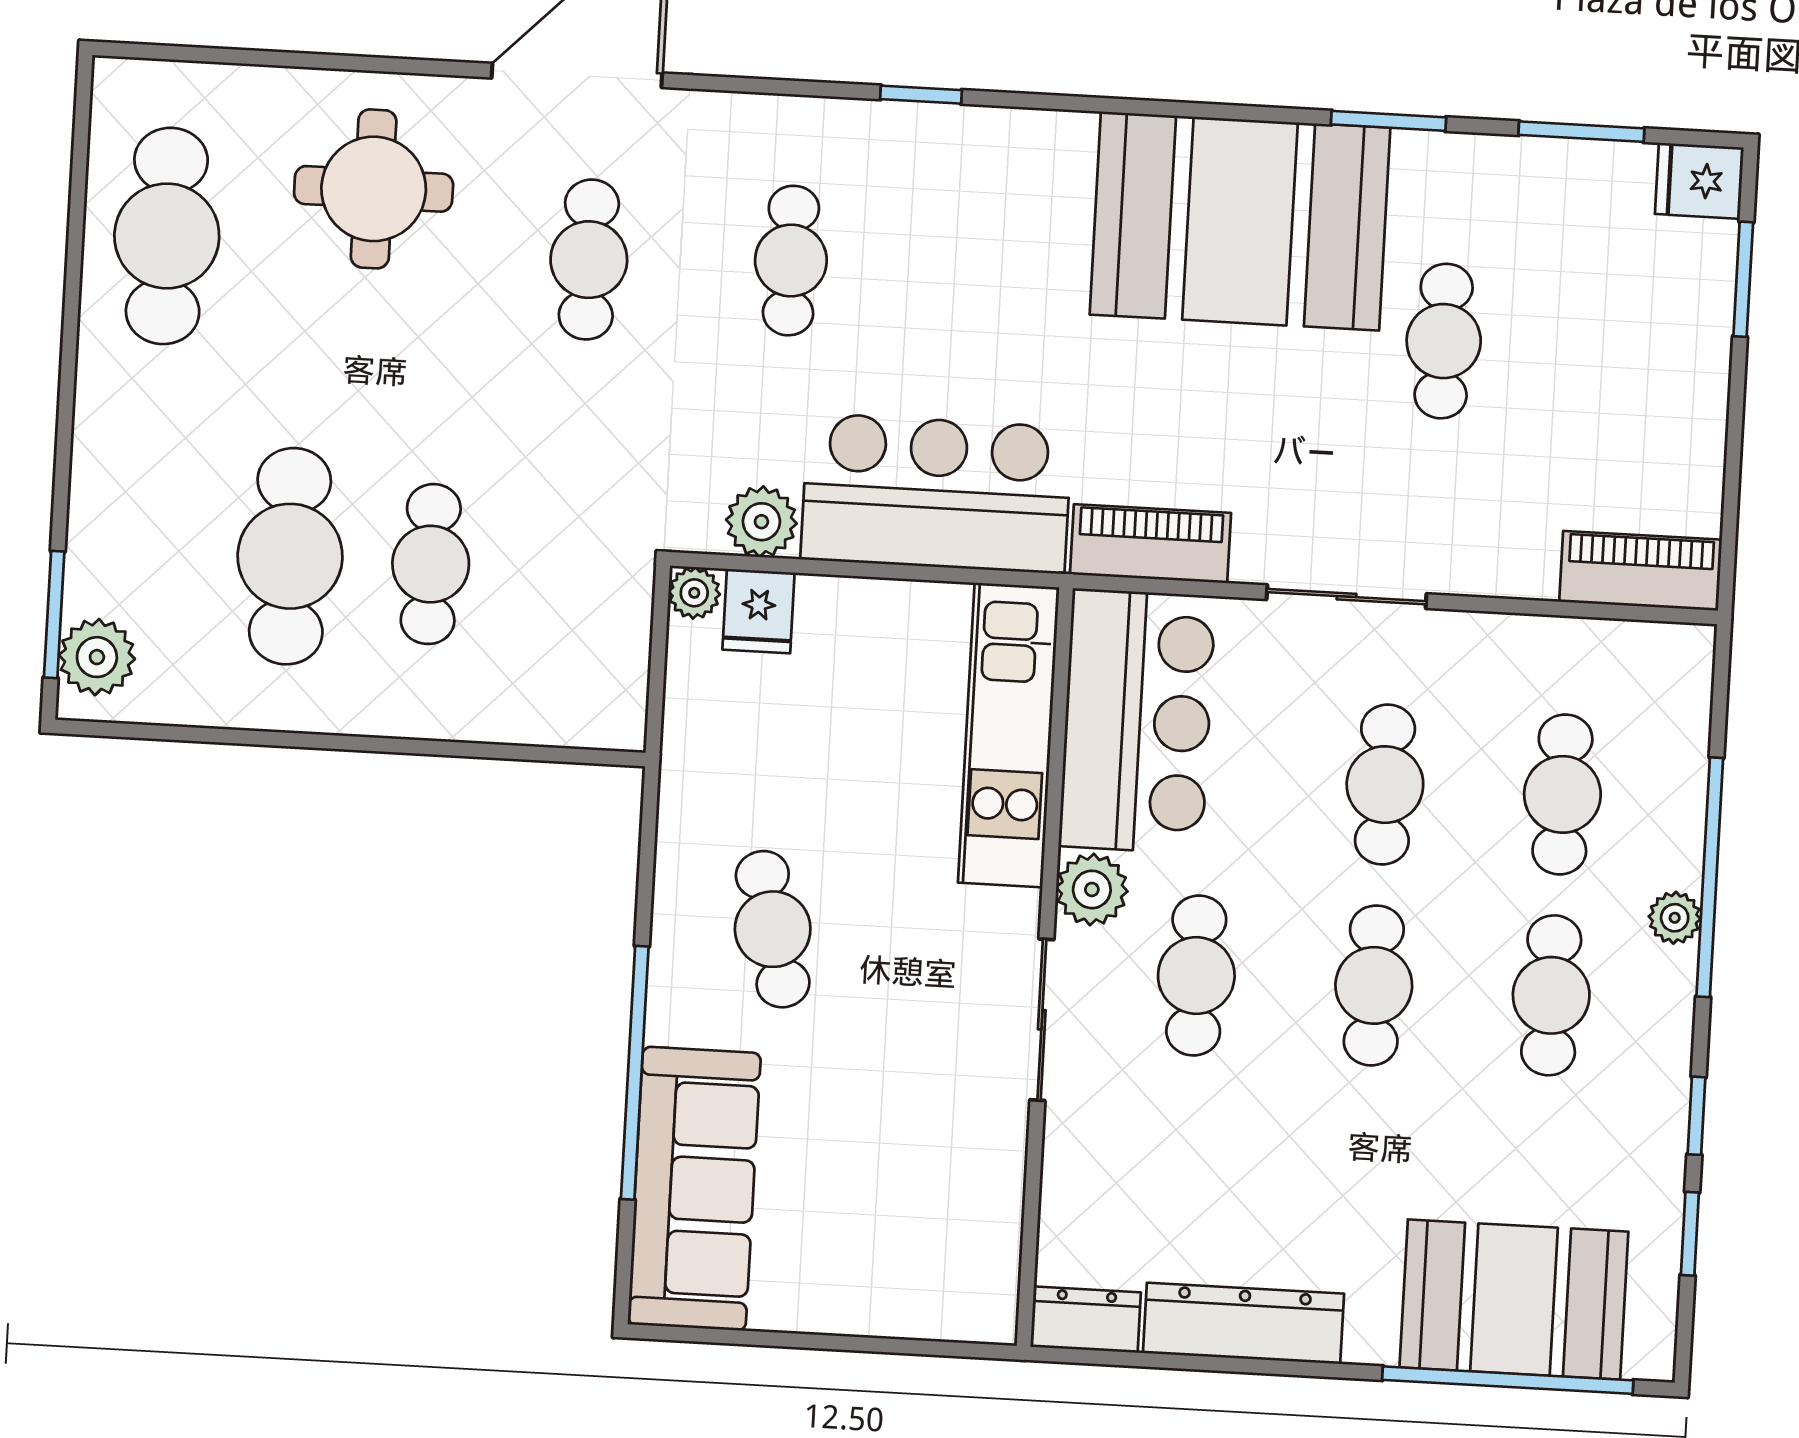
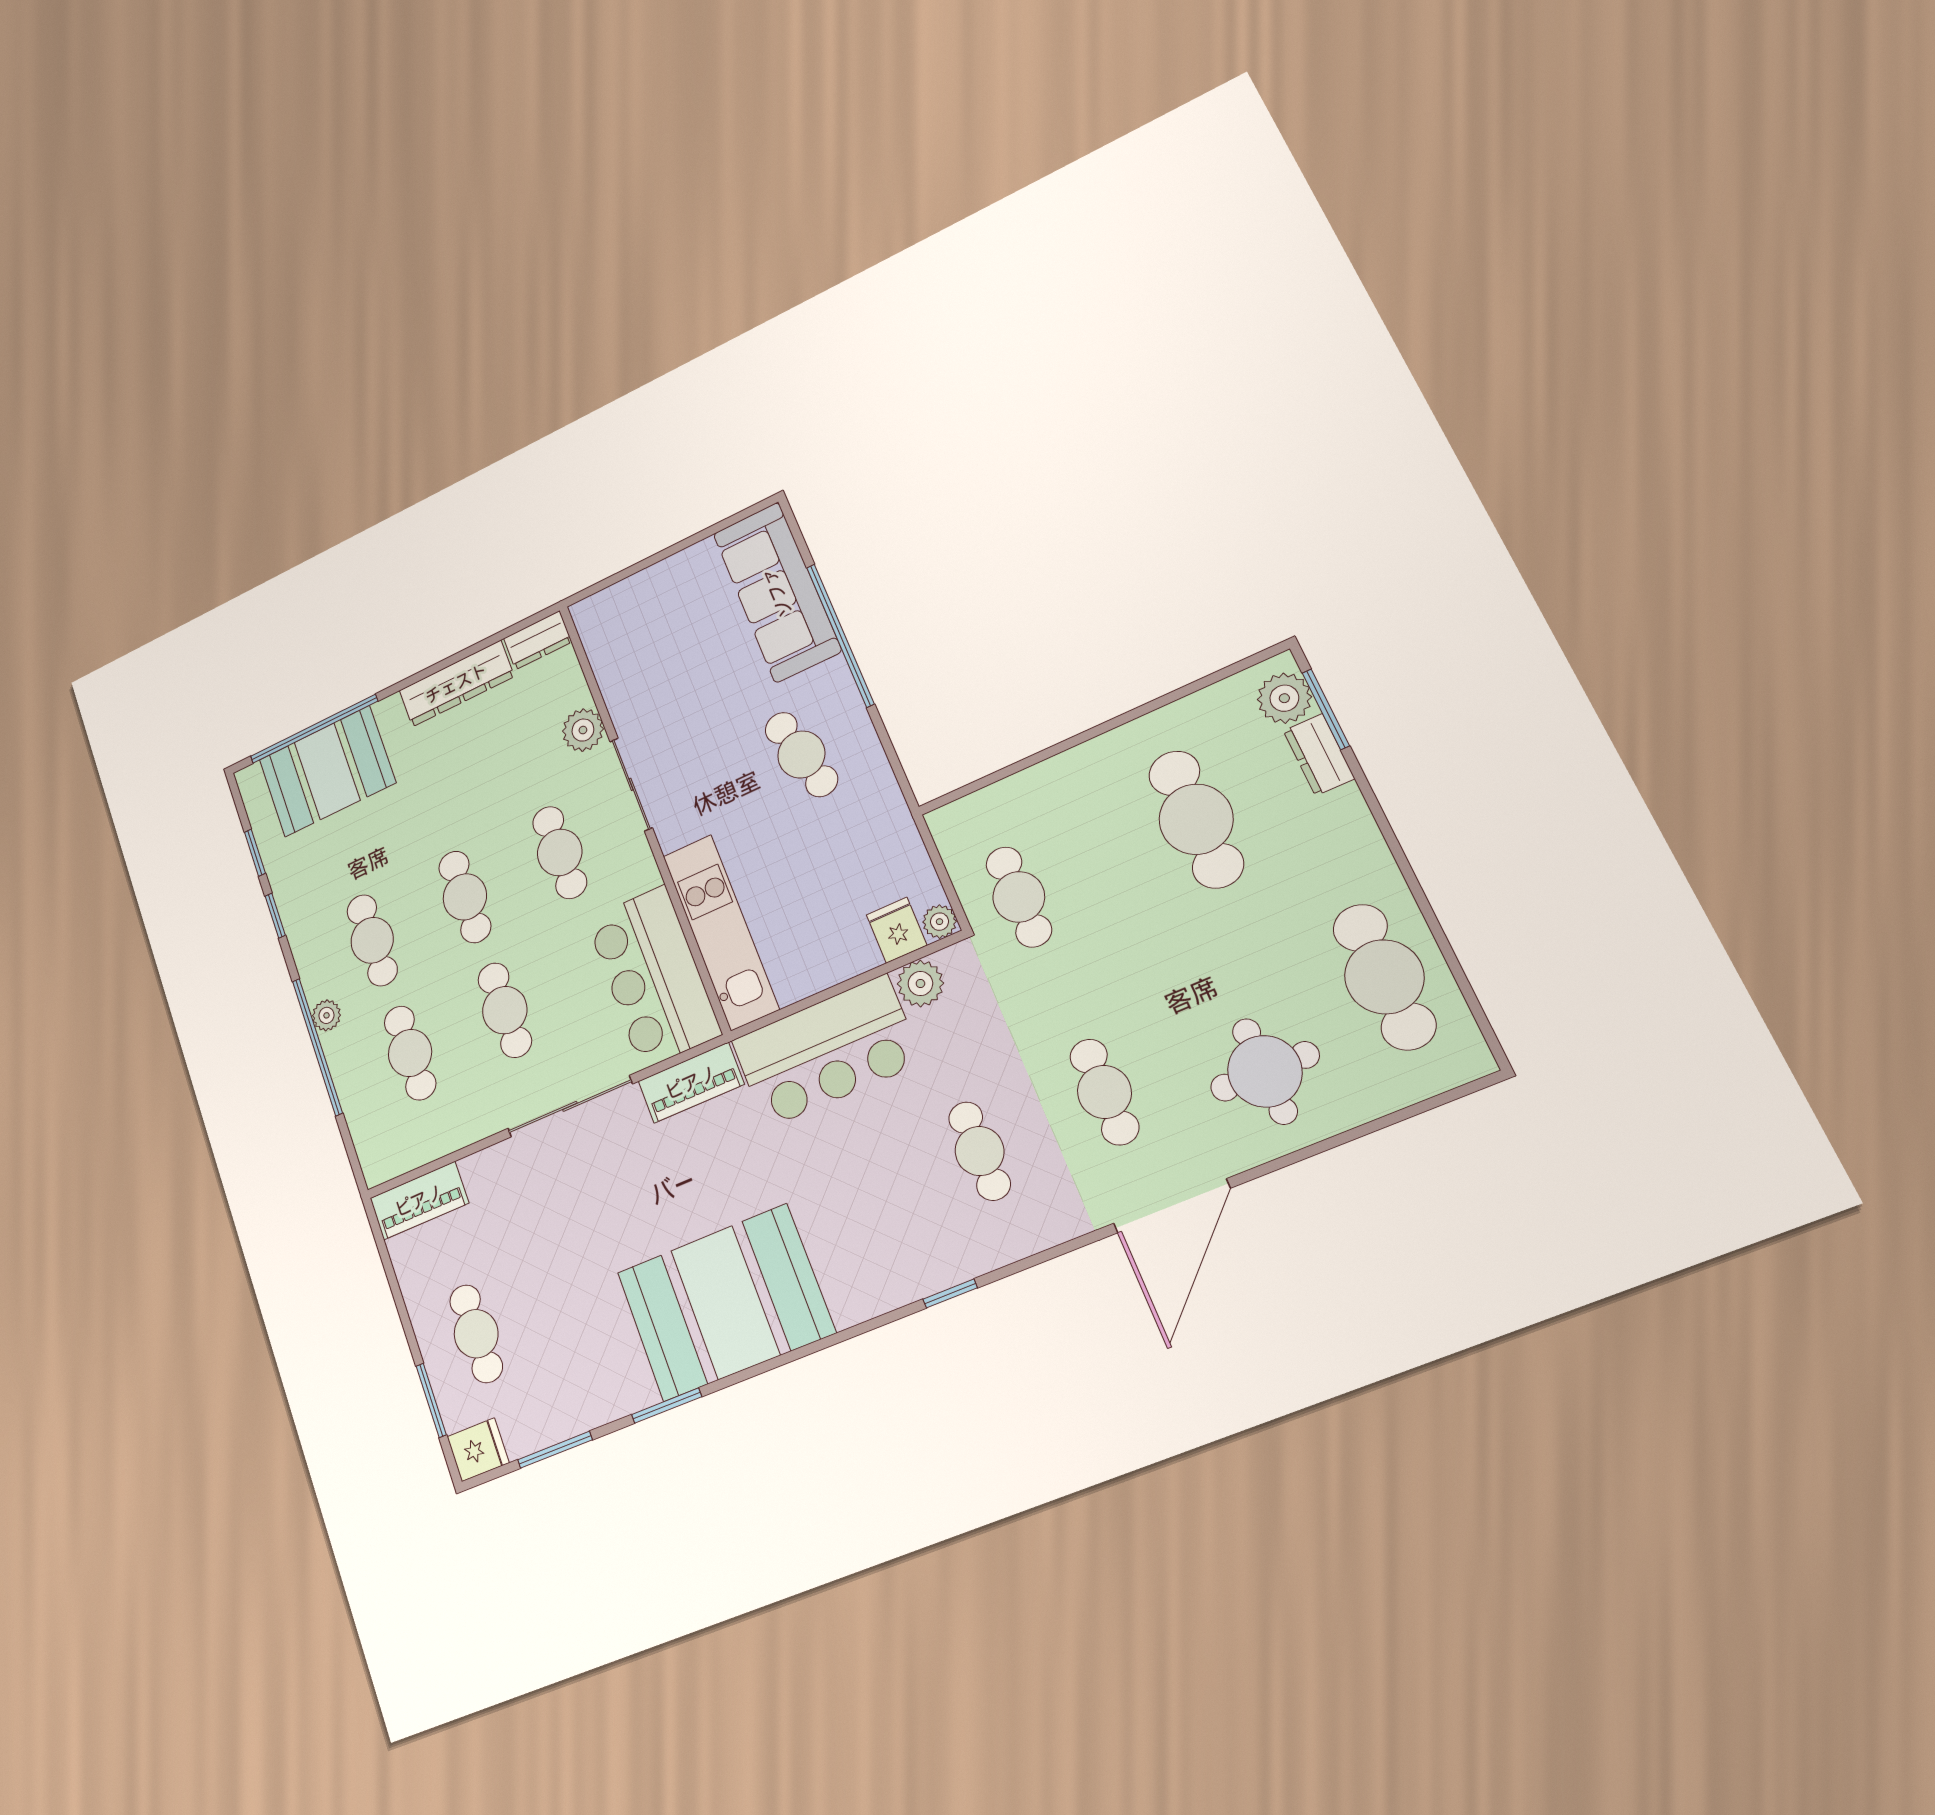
cafe table: (1444, 341) -> (476, 1334), moved
dresser: (94, 560) -> (1319, 755), added
cafe table: (431, 564) -> (1019, 897), moved
sliding door: (1347, 597) -> (570, 1106), width x1.37
plant: (1092, 889) -> (583, 730), moved

